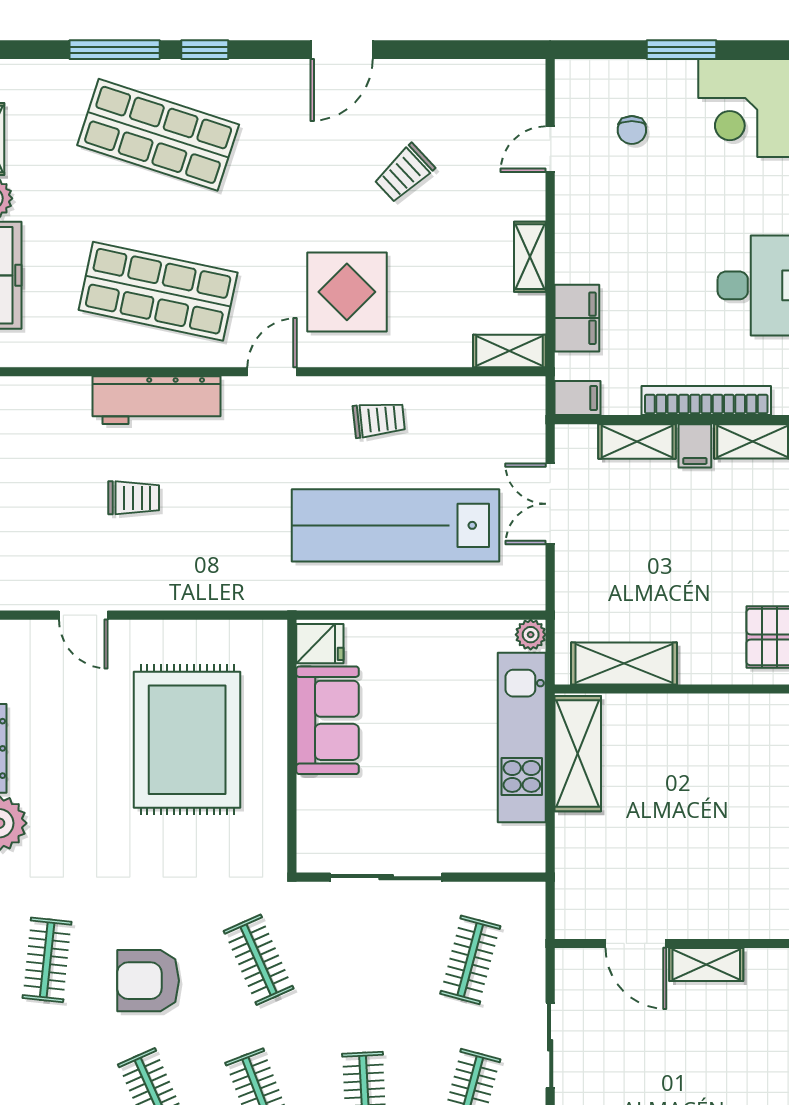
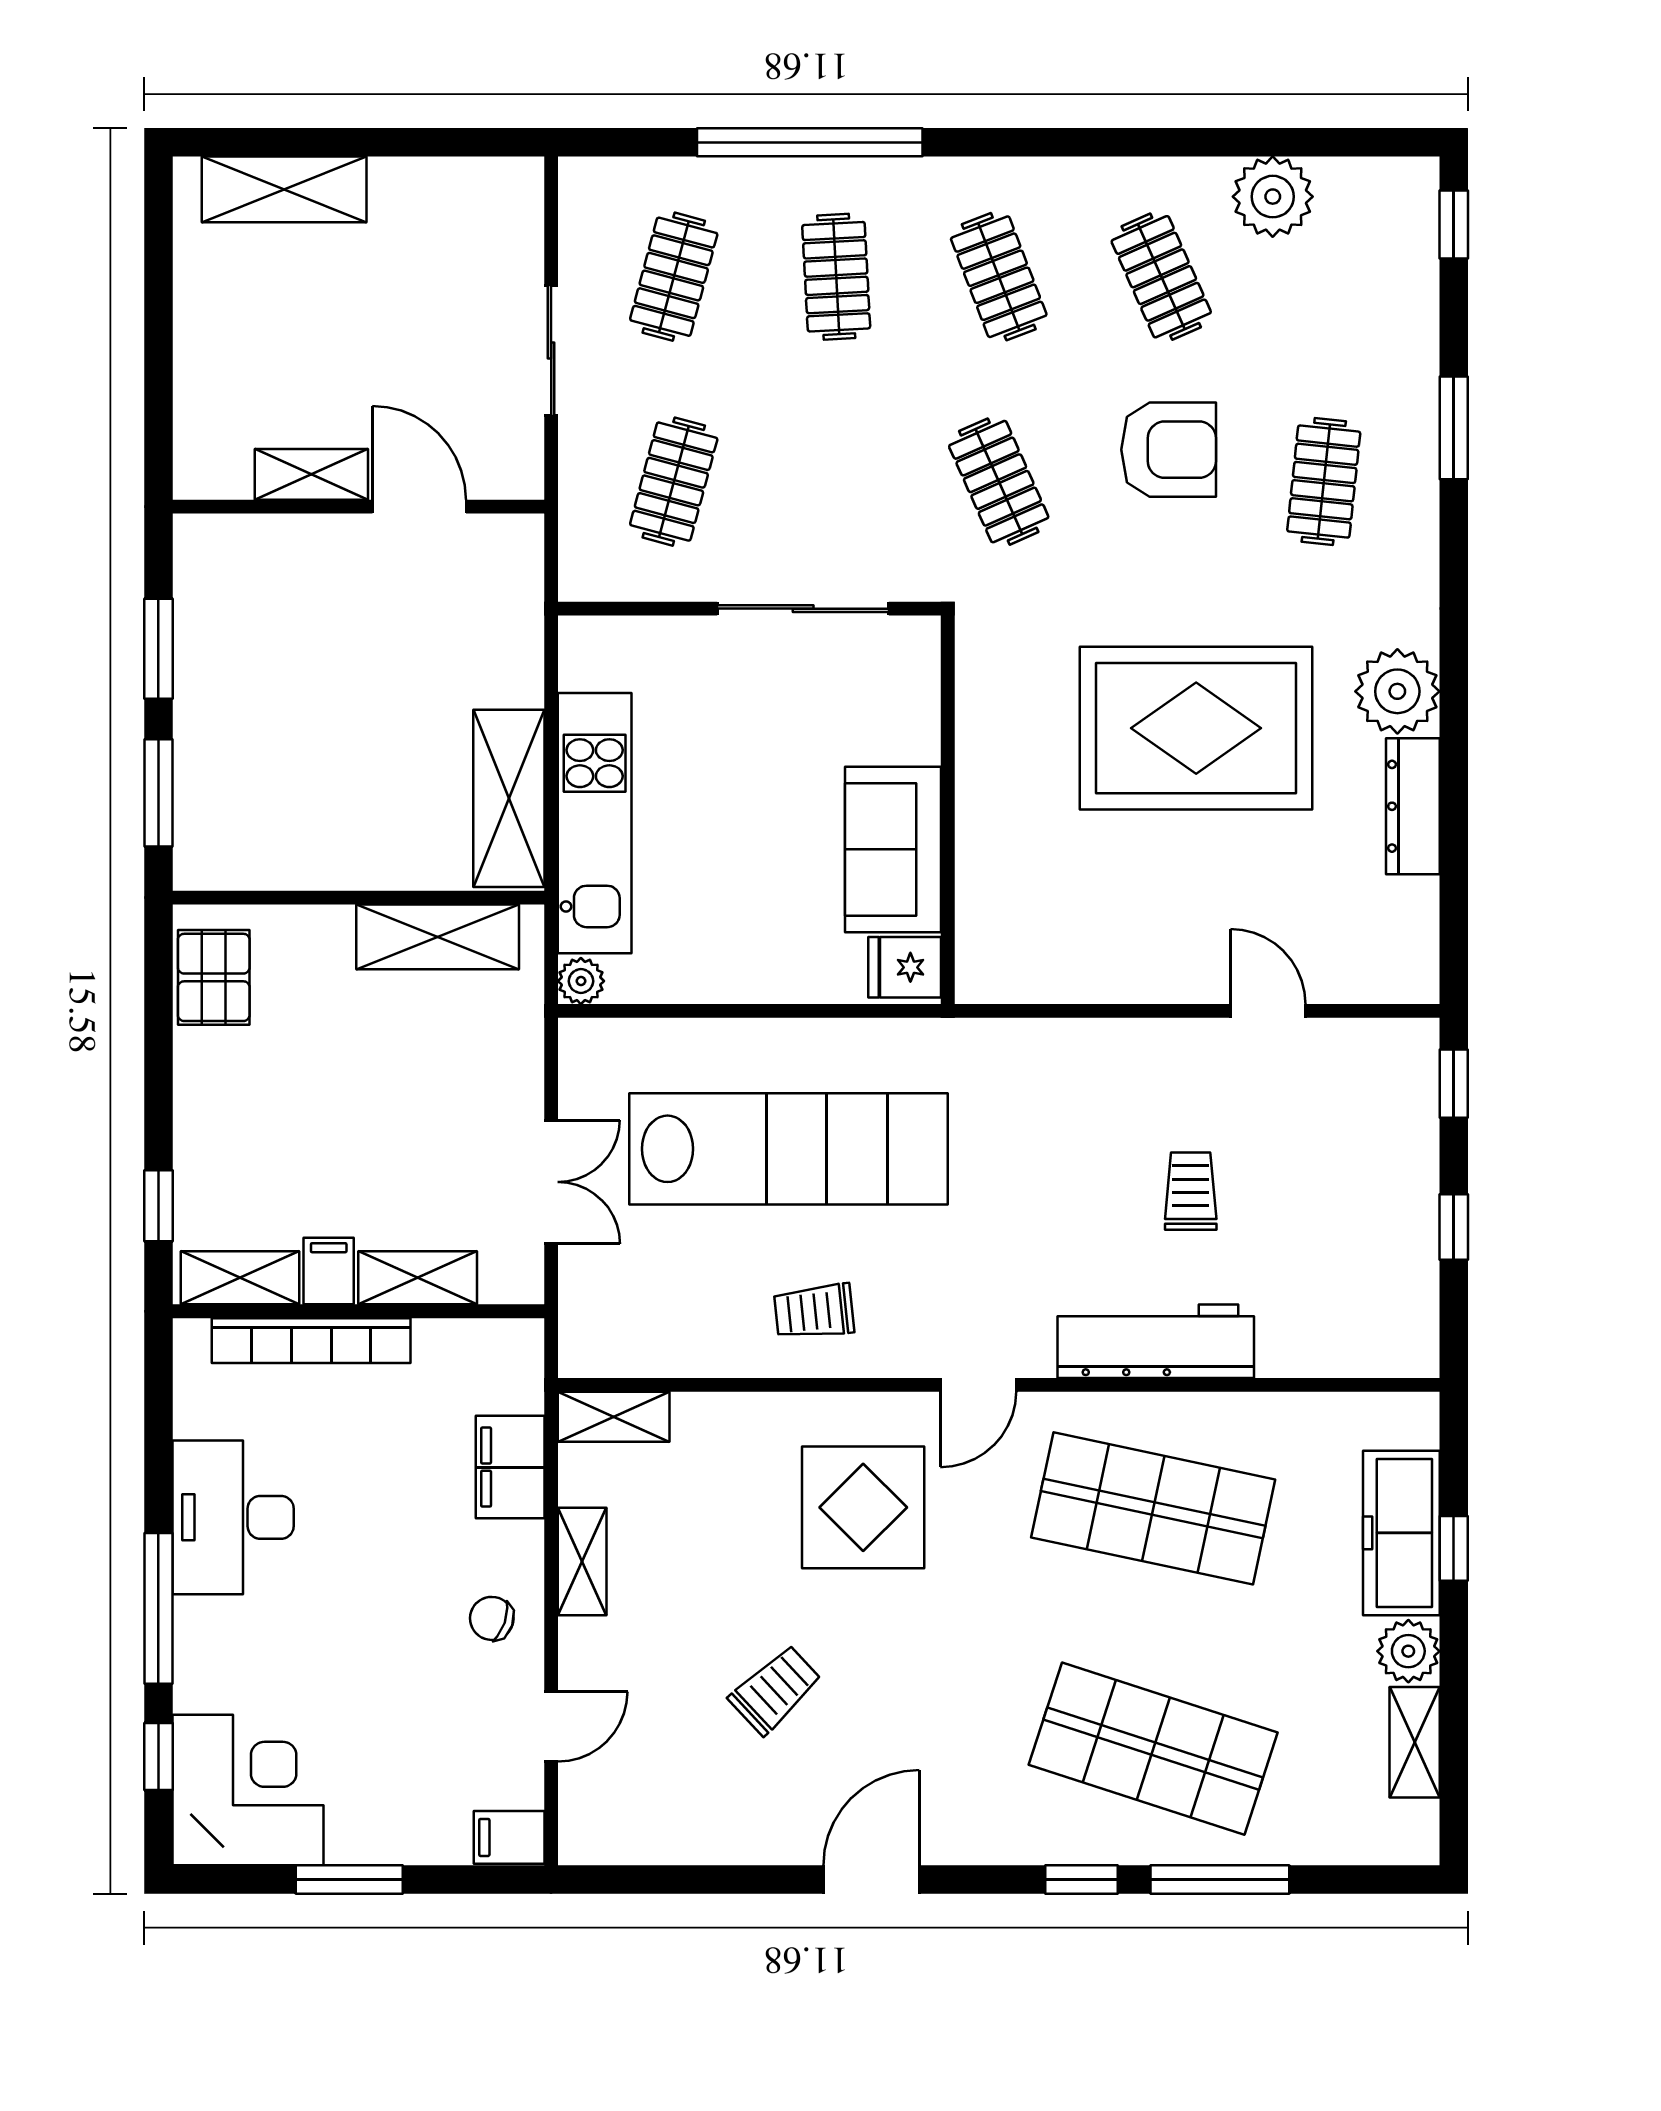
chair: (632, 130) -> (492, 1618), moved, turned -71
filing cabinet: (577, 398) -> (509, 1837), moved
trolley: (134, 498) -> (1191, 1191), turned 90
rug: (187, 740) -> (1196, 728), moved, turned 90

